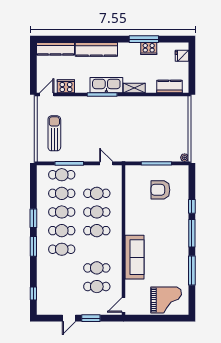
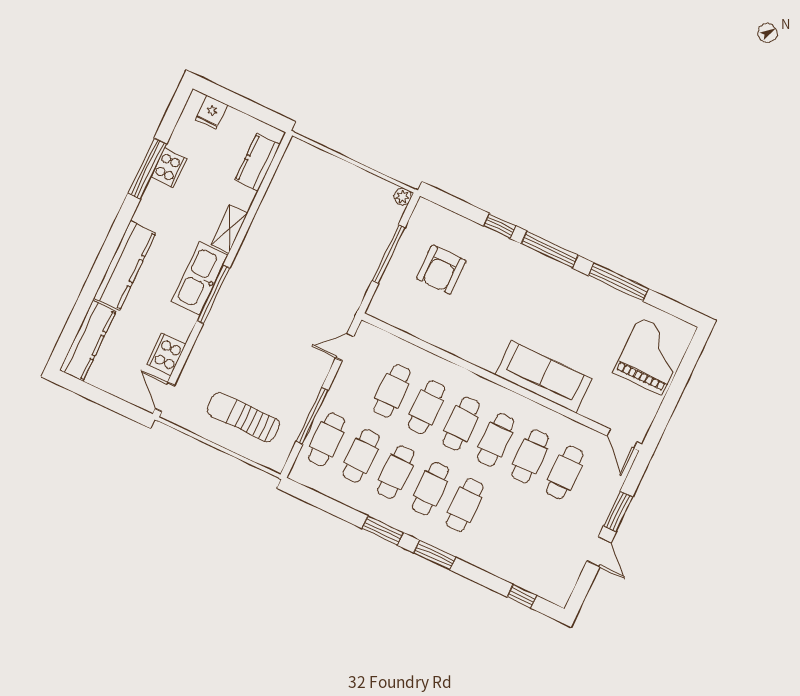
cafe table: (97, 249) -> (496, 440), added

